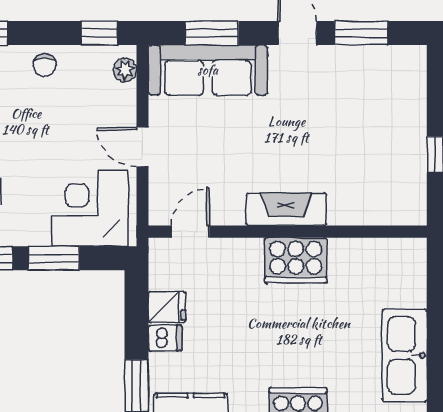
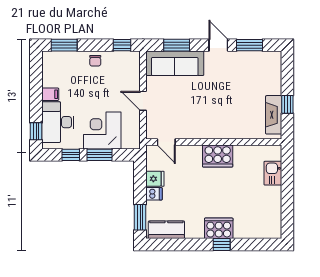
plant: (125, 70) -> (134, 63), removed
corner desk: (90, 208) -> (102, 131), moved
fireplace: (286, 209) -> (274, 115), moved, turned -90
door: (190, 232) -> (166, 142), swing flipped
kitchen sink: (405, 355) -> (273, 173), moved, width x0.53, depth x0.81

